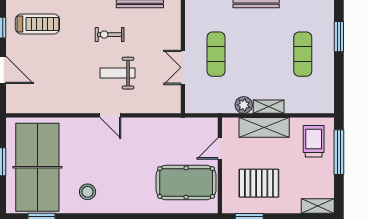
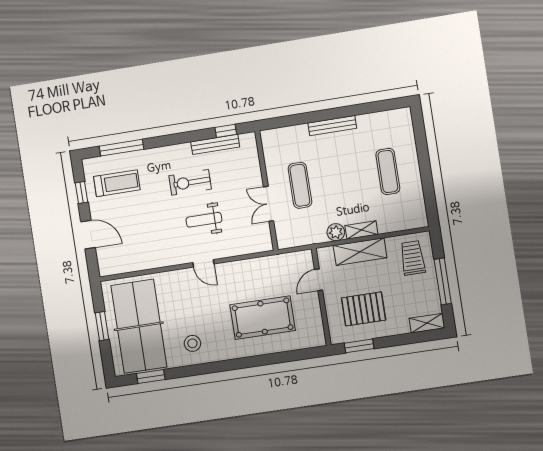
exercise bike: (110, 35) -> (190, 182), width x1.38, depth x1.39
window: (339, 37) -> (422, 148), removed
window: (339, 152) -> (443, 281), moved
pool table: (186, 183) -> (263, 318), moved

